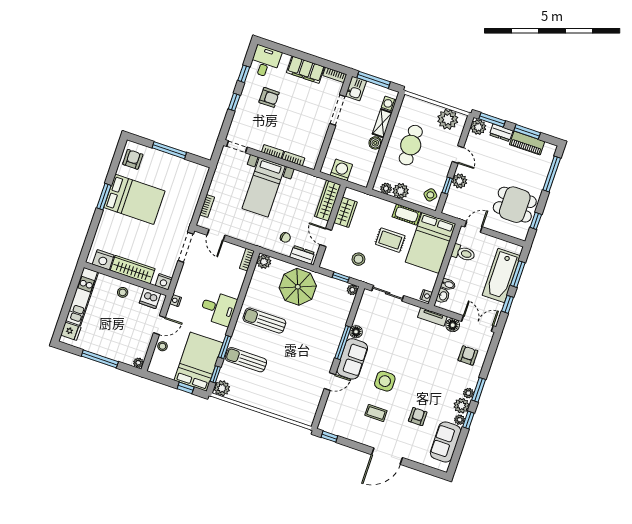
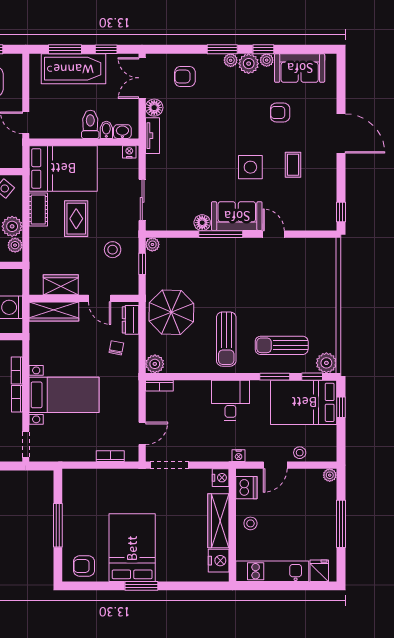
door: (326, 237) -> (100, 298), hinge flipped
toilet: (463, 253) -> (90, 124), moved
door: (159, 325) -> (275, 465), swing flipped
sun lounger: (246, 360) -> (282, 345), turned 90

